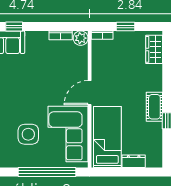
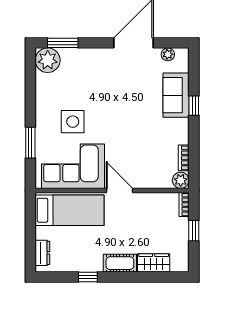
wardrobe: (154, 49) -> (154, 263), moved
cot: (154, 107) -> (120, 263), moved
dresser: (134, 161) -> (42, 253), moved
window: (47, 172) -> (30, 143), width x0.47

